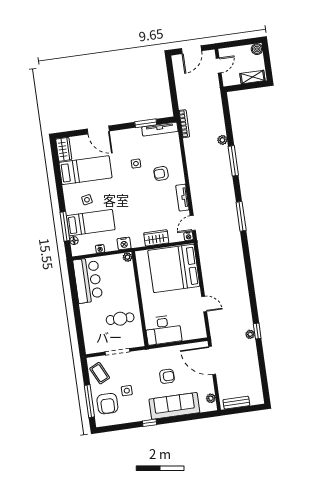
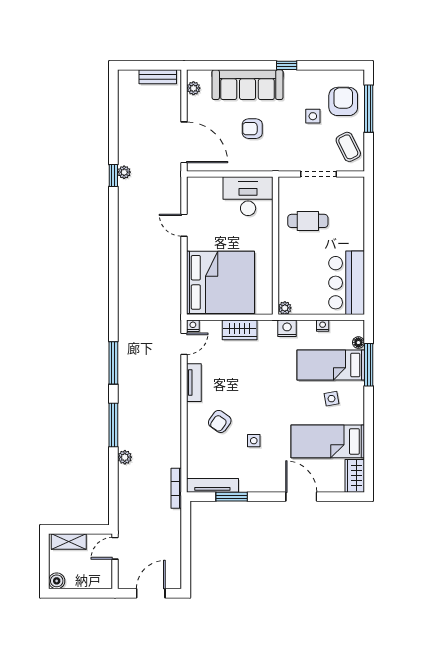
door: (219, 65) -> (115, 548), moved
armchair: (161, 173) -> (220, 421), turned 127
window: (241, 216) -> (113, 363), moved

